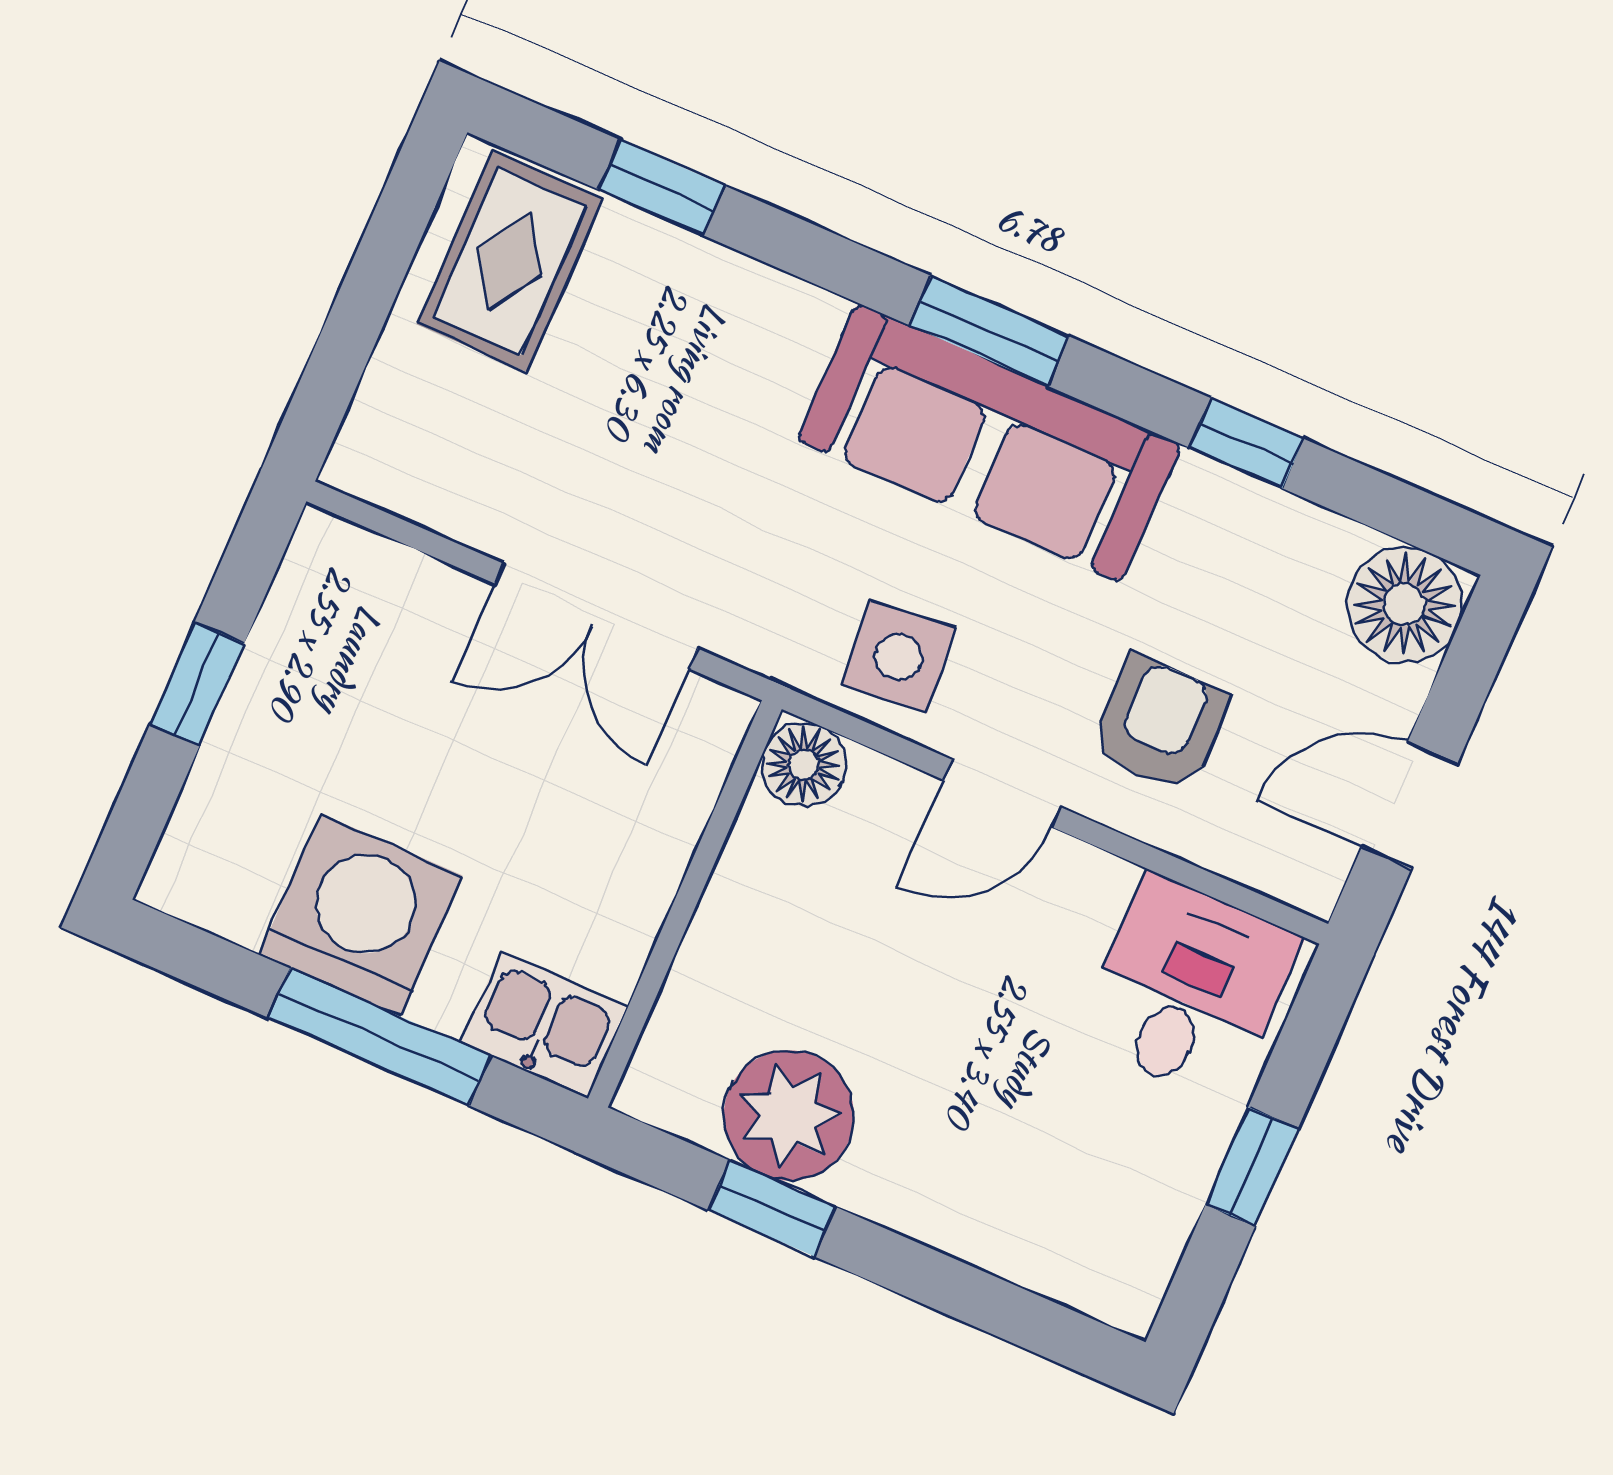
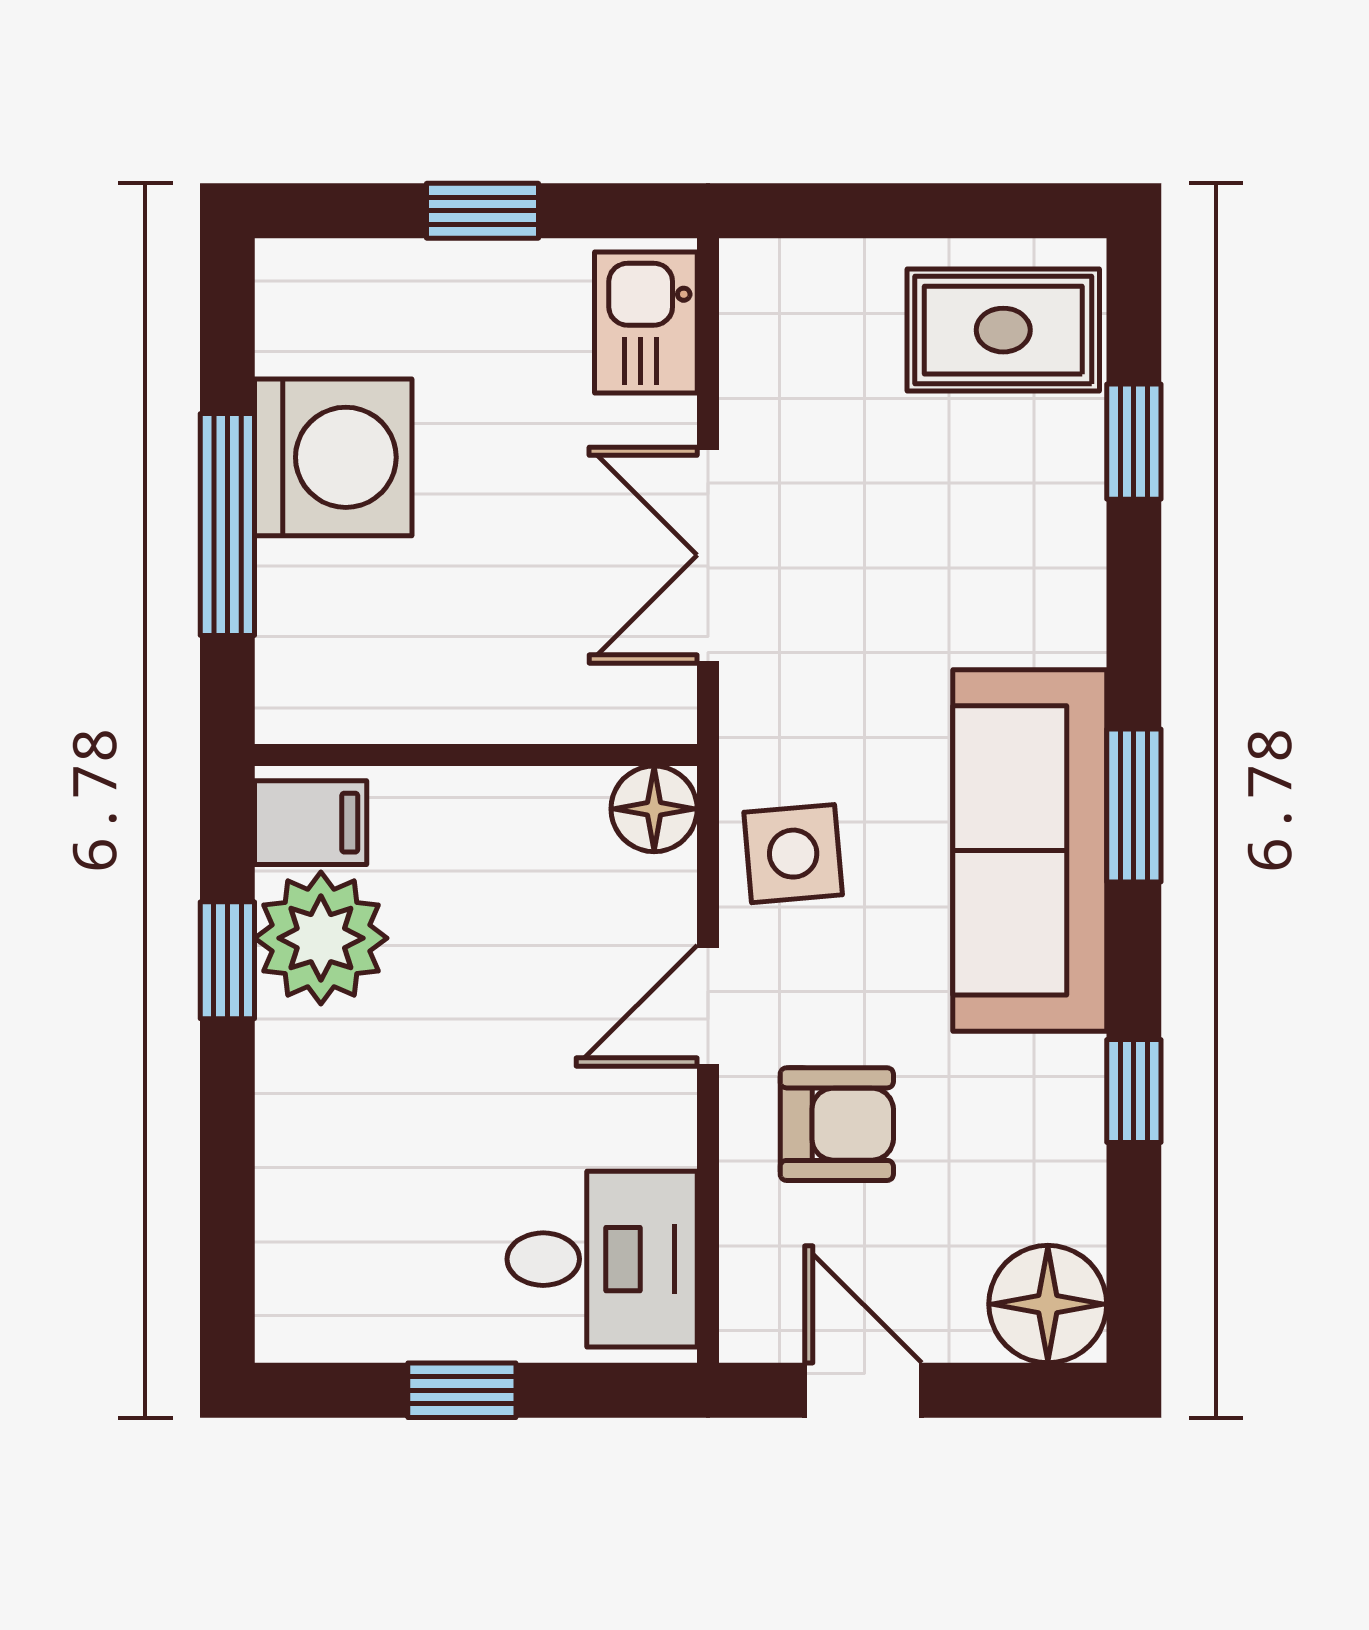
door: (1002, 793) -> (708, 1006), hinge flipped
kitchen sink: (545, 1025) -> (646, 322), moved, turned 180
filing cabinet: (681, 1079) -> (311, 823), added

